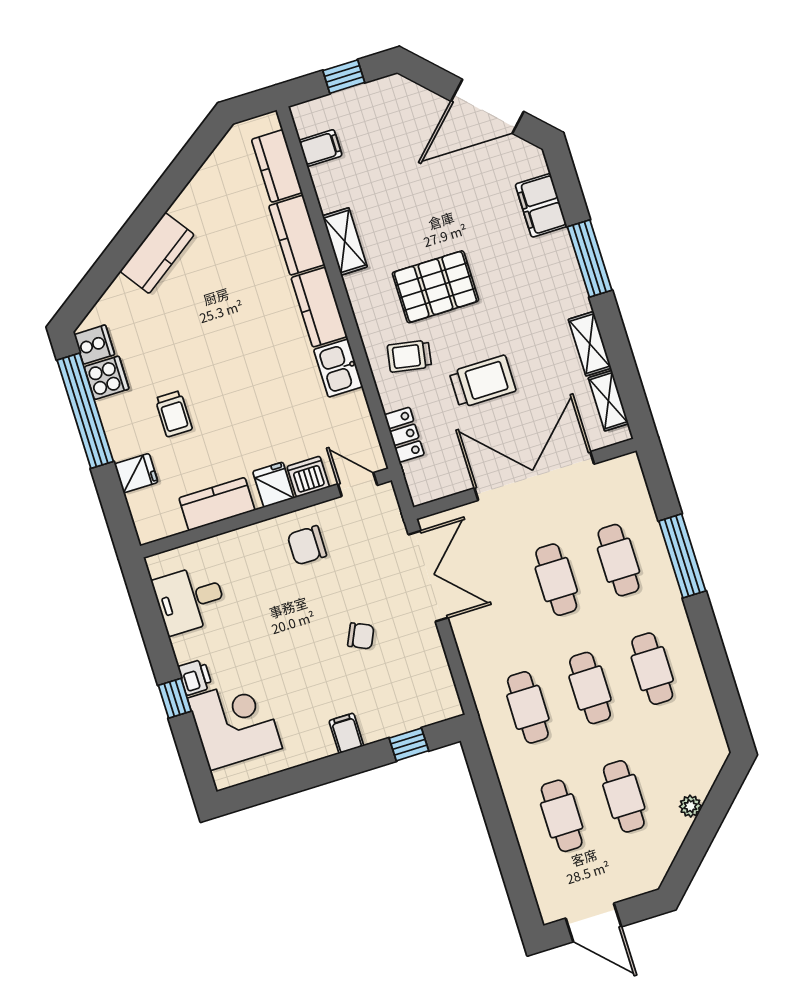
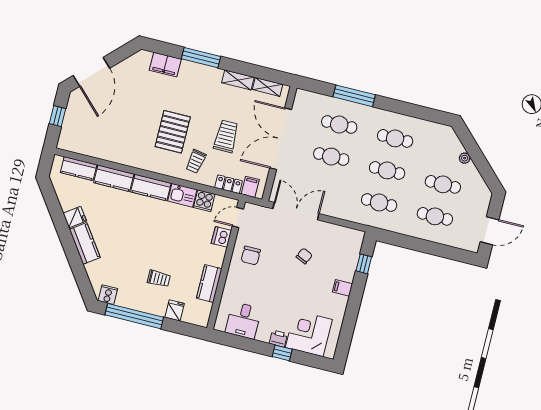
door: (487, 106) -> (91, 72), moved
filing cabinet: (320, 148) -> (250, 187), moved
shelving: (345, 241) -> (129, 159), removed
cooker: (107, 378) -> (204, 201), moved, turned 180
fridge: (273, 485) -> (75, 217), moved, turned 145

